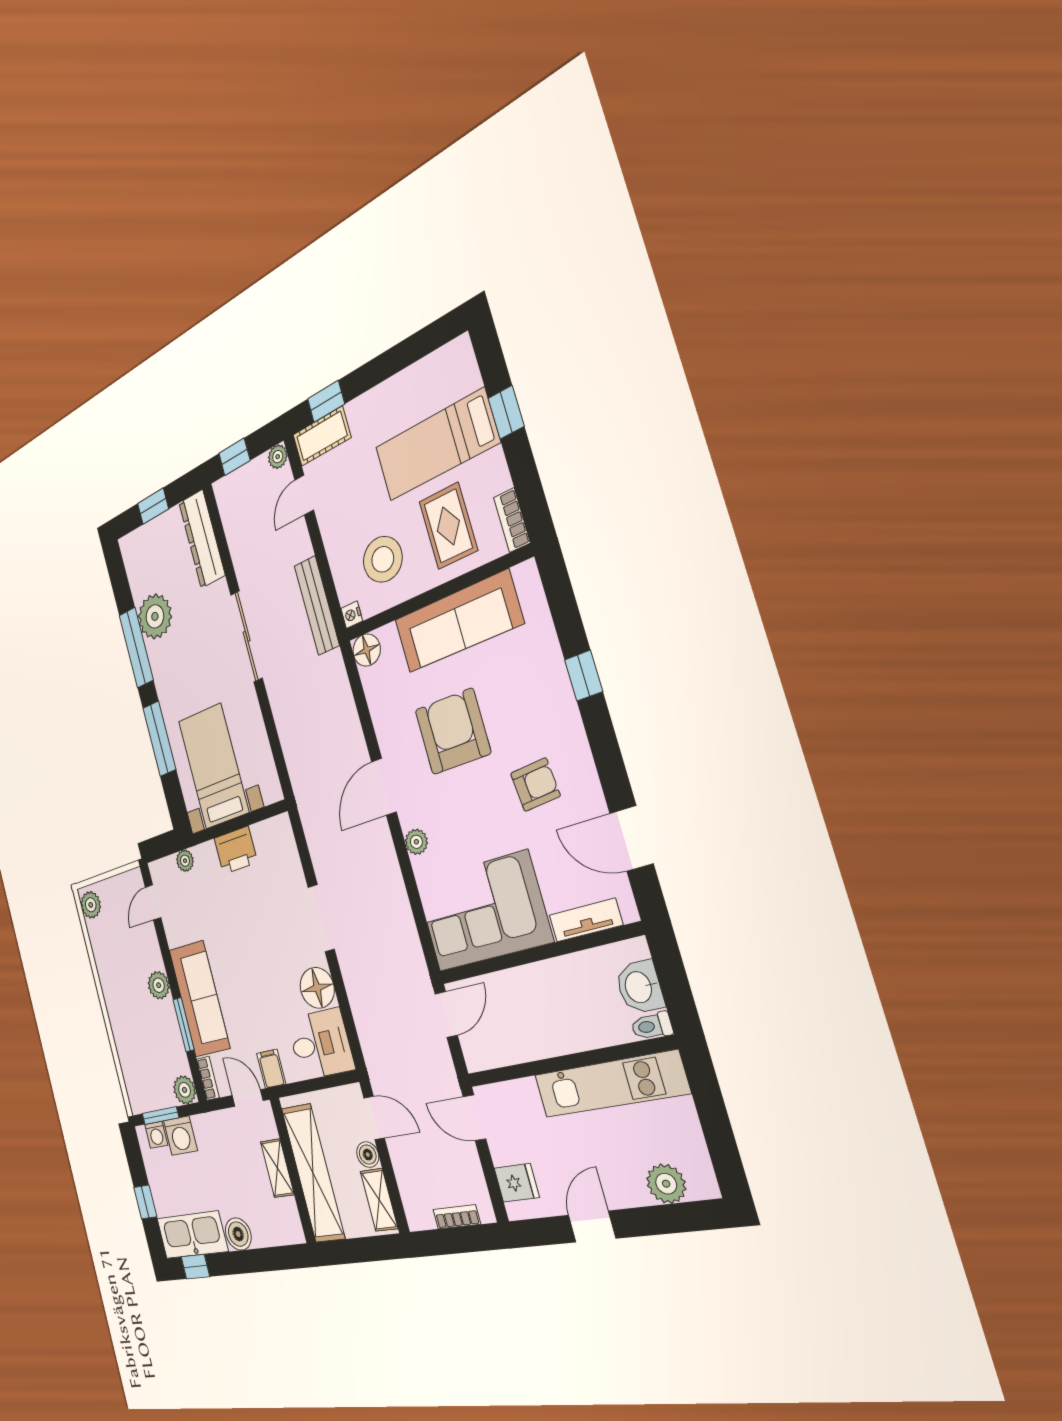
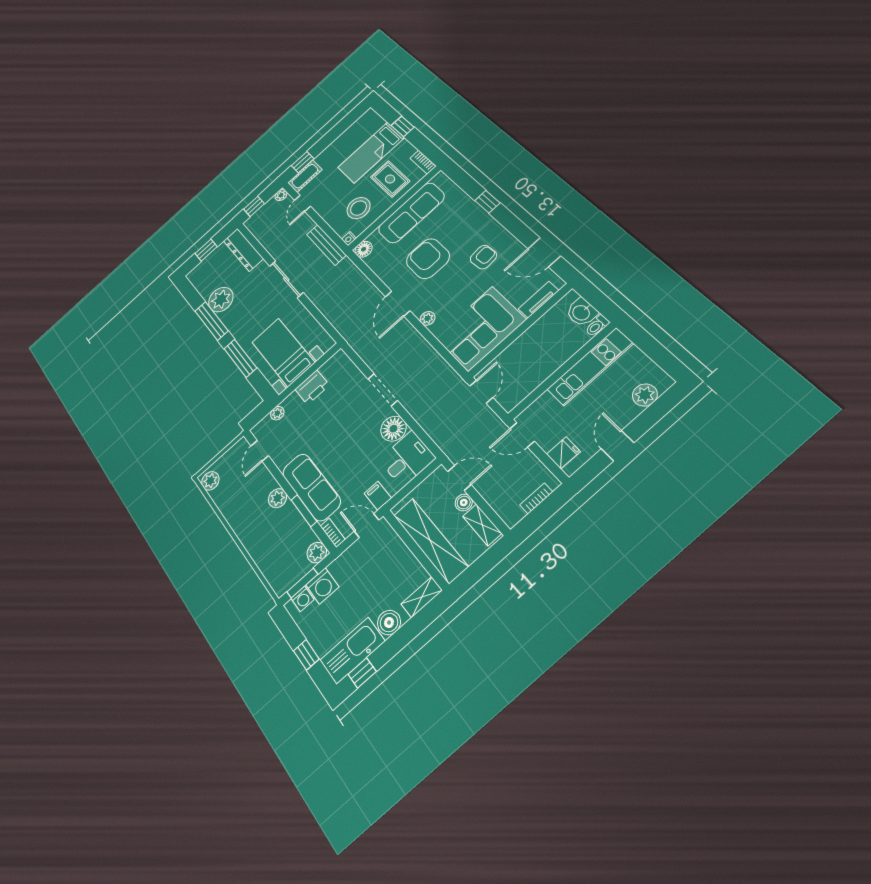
shelving: (277, 1168) -> (422, 597), moved, turned 90

